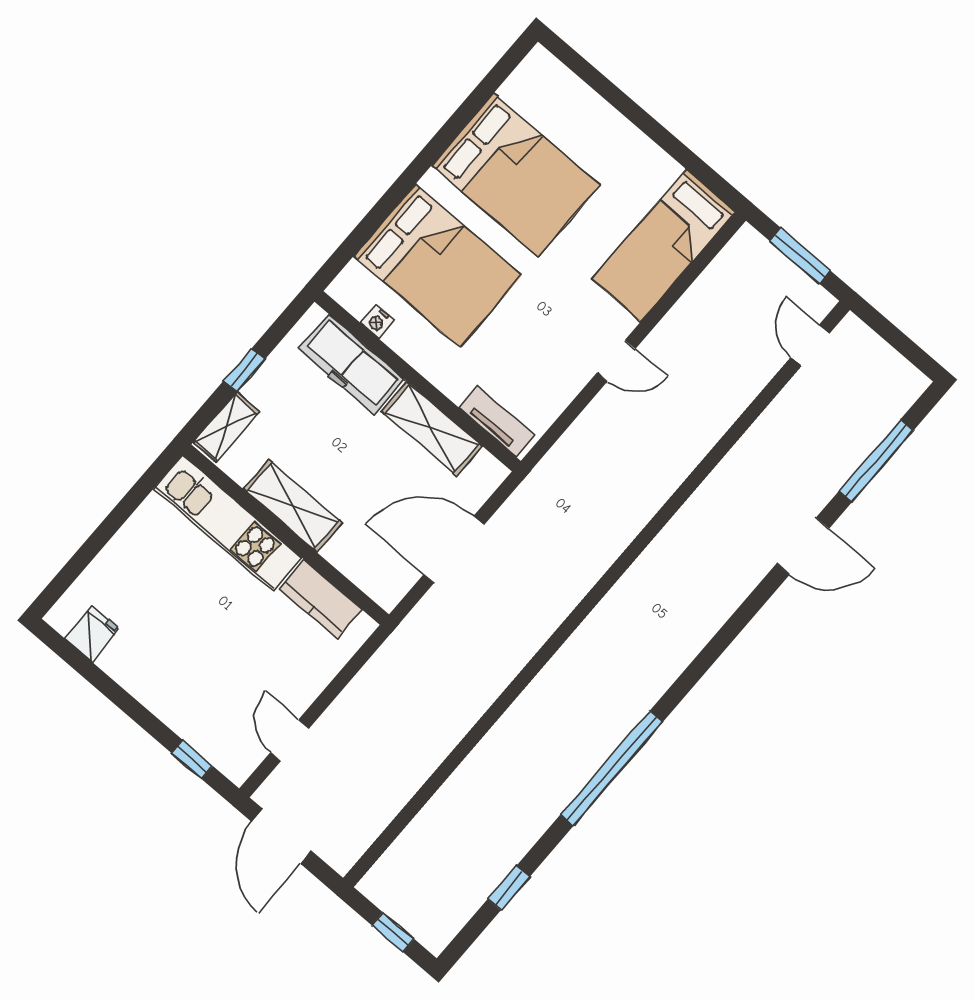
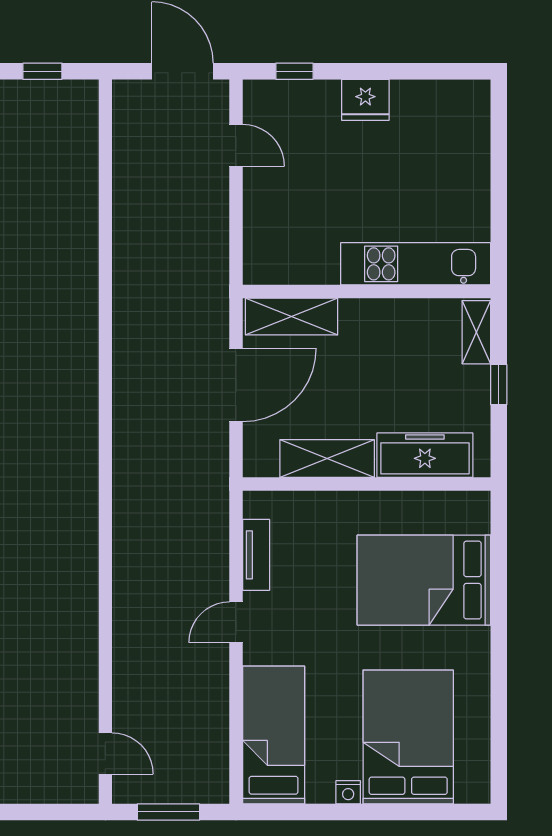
bed: (516, 175) -> (408, 737), moved, turned 90
nightstand: (377, 321) -> (348, 792), moved, turned 180
tv unit: (497, 422) -> (256, 555), moved, turned -90
shelving: (293, 506) -> (292, 316), moved
kitchen counter: (321, 599) -> (301, 267), removed
fridge: (92, 634) -> (365, 100), moved, width x1.38

